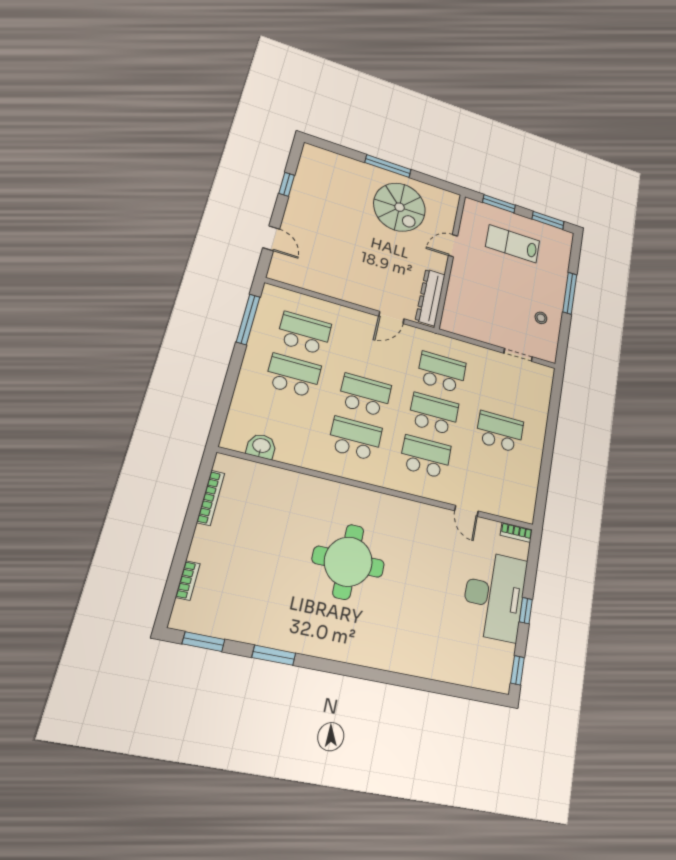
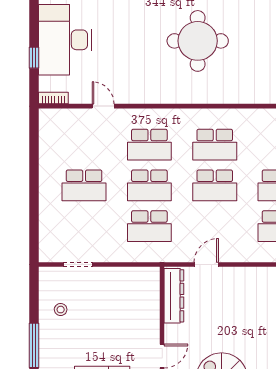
window: (526, 611) -> (34, 58), moved

